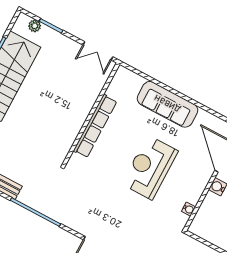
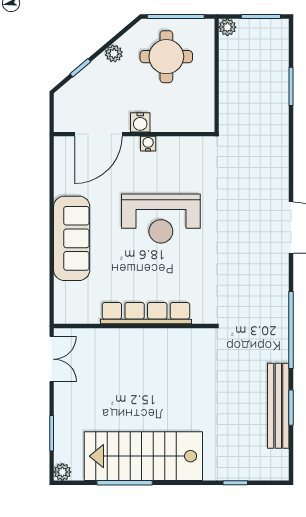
plant: (35, 26) -> (62, 472), moved
water cooler: (189, 209) -> (148, 144), moved

